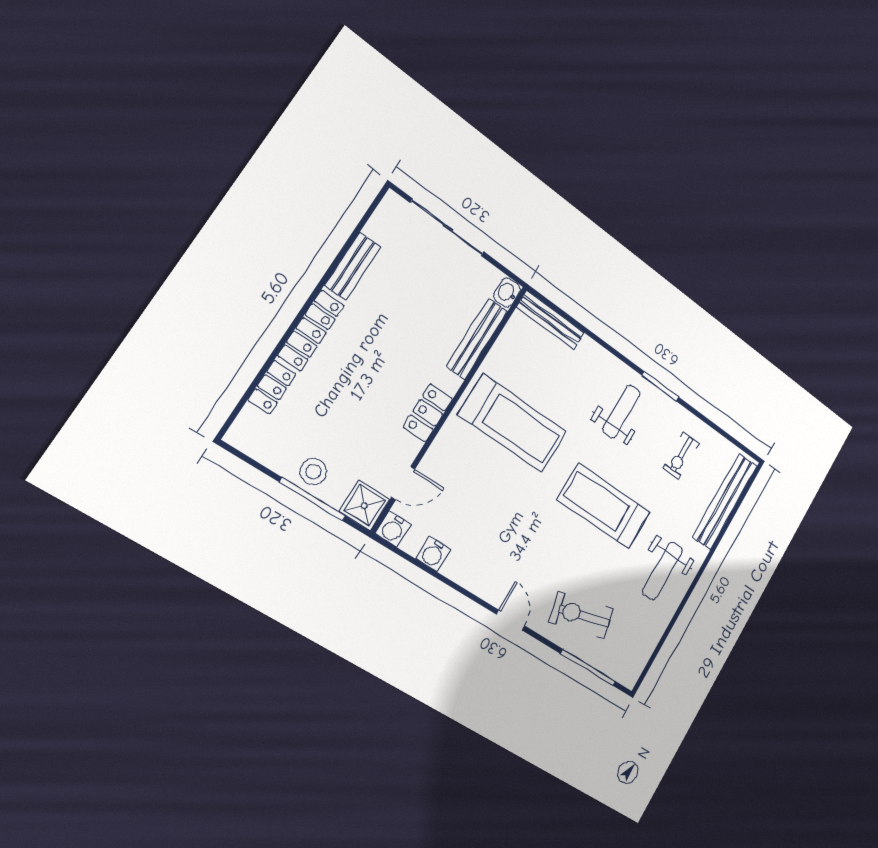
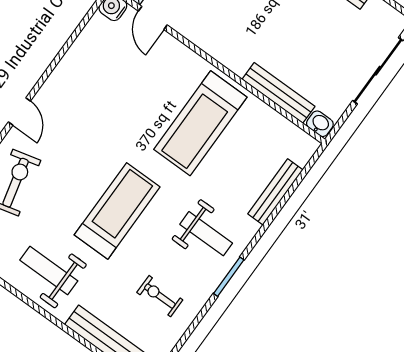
bench: (551, 320) -> (275, 192), moved
locker: (428, 413) -> (214, 44), removed
water cooler: (433, 554) -> (88, 42), removed
door: (511, 620) -> (19, 112), hinge flipped

